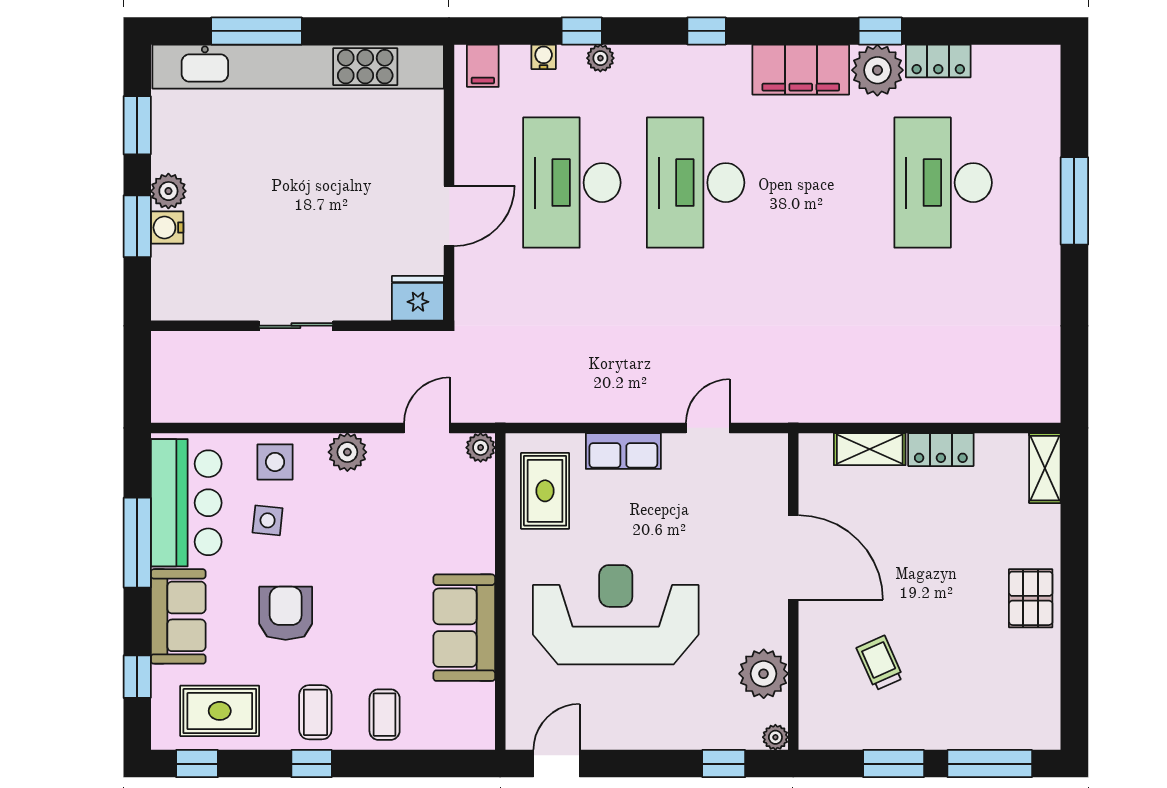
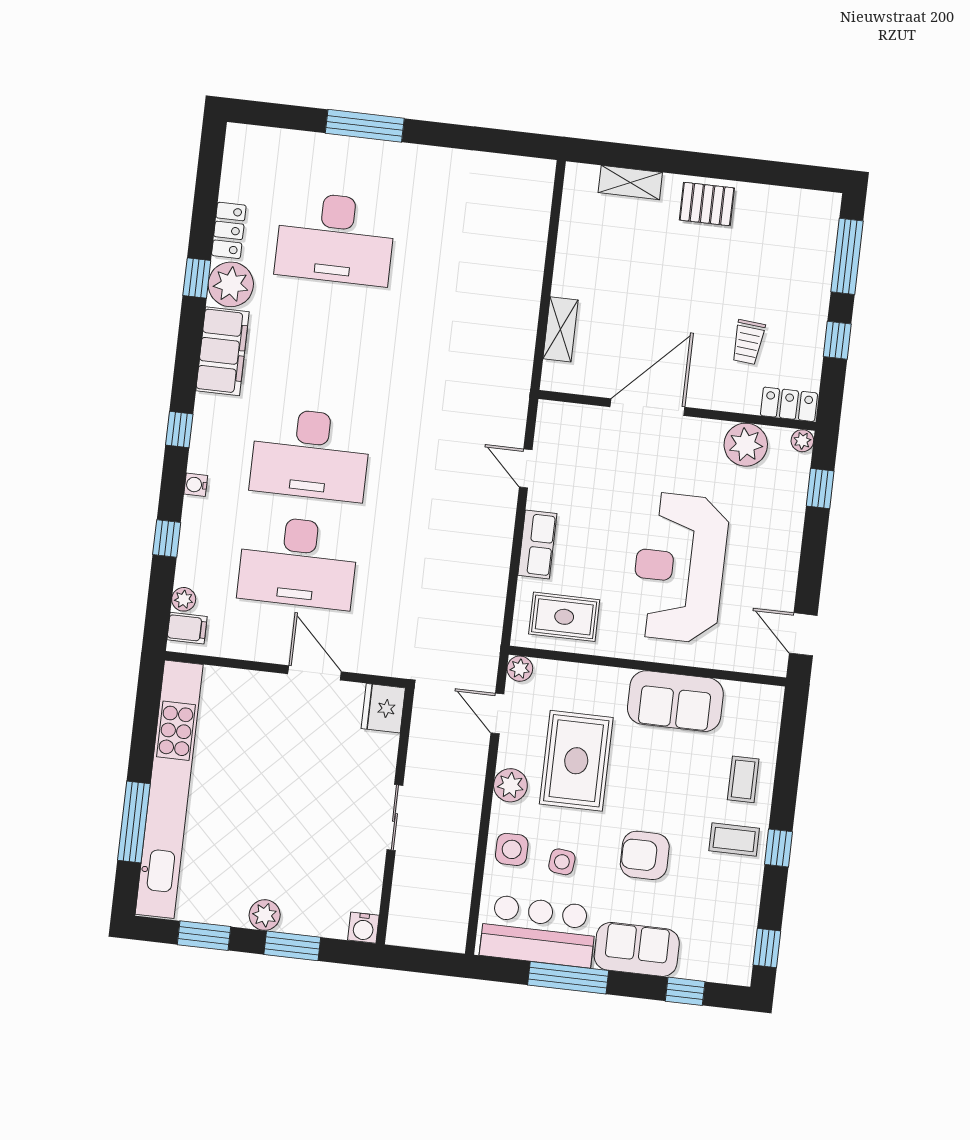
water cooler: (544, 57) -> (196, 485), moved
plant: (600, 58) -> (184, 599), moved
water cooler: (167, 228) -> (363, 928), moved
locker: (941, 450) -> (789, 404), moved, turned -90
shelving: (1045, 468) -> (630, 183), moved
trolley: (880, 663) -> (748, 342), turned -61
rug: (220, 711) -> (576, 761), moved, width x1.36, depth x1.43
coffee table: (385, 715) -> (743, 779), turned 90
window: (894, 764) -> (837, 340), width x0.67

